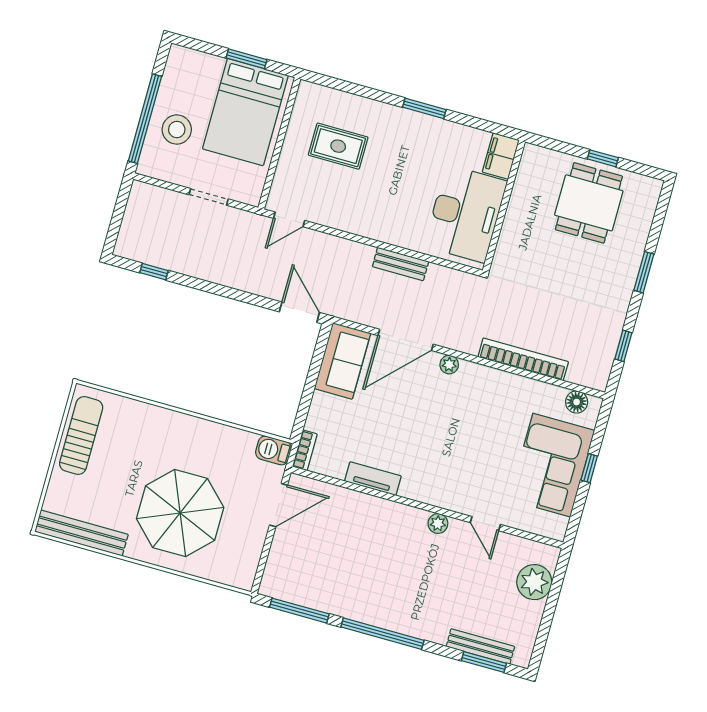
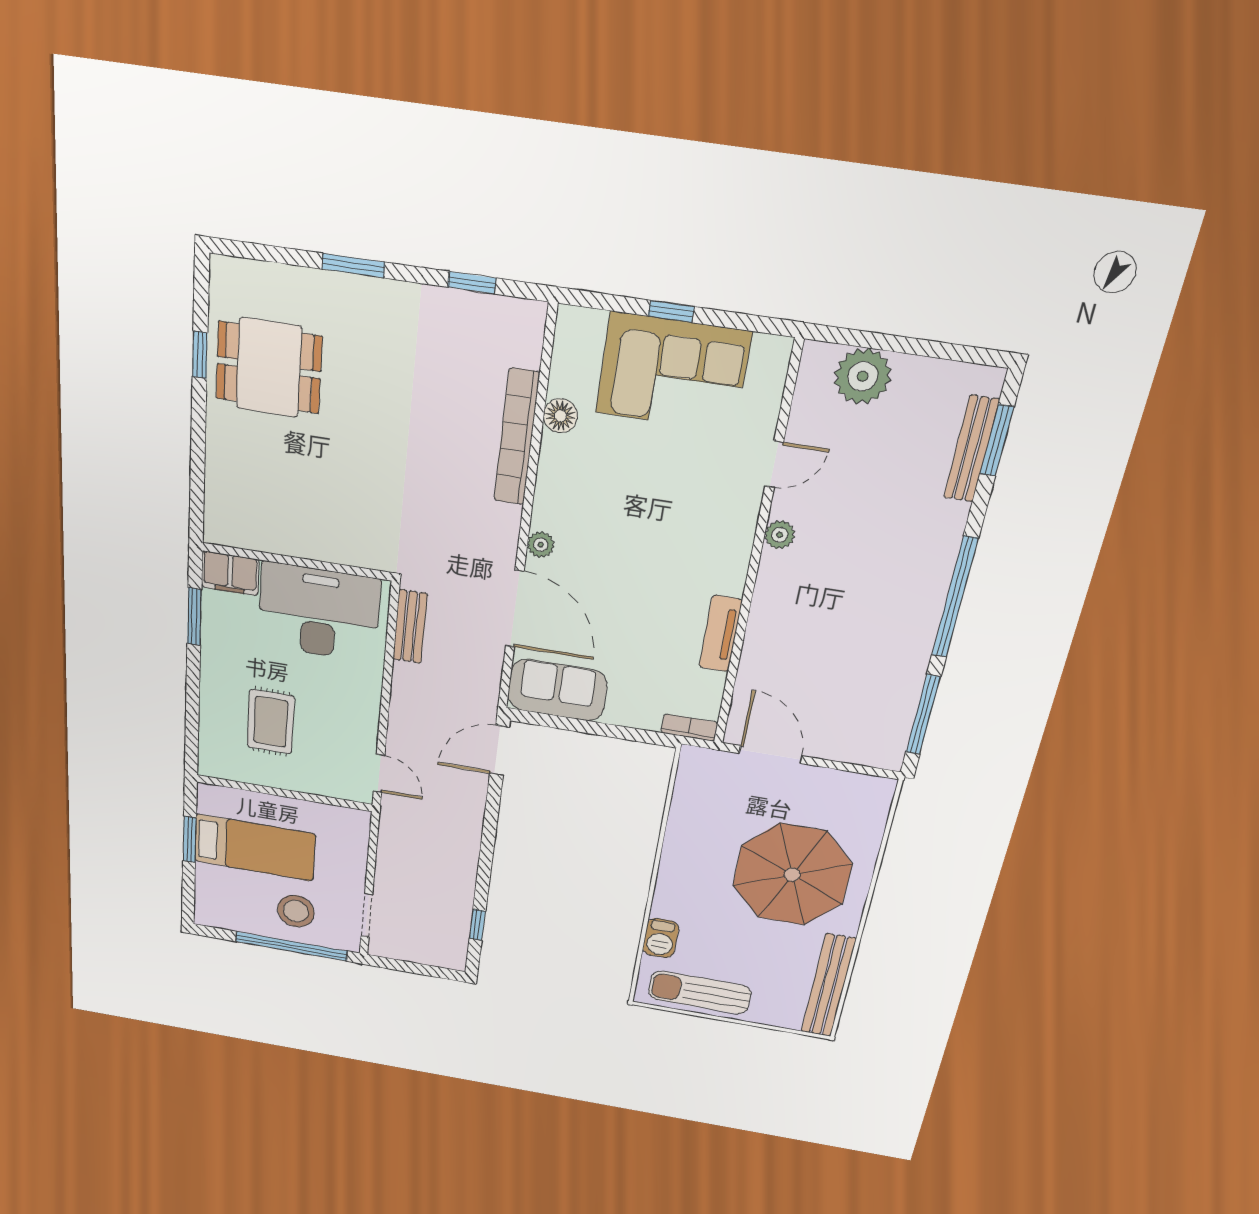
bed: (245, 112) -> (255, 848), width x0.67
filing cabinet: (501, 156) -> (230, 573), moved
doorway: (209, 197) -> (367, 915), moved
wall: (504, 206) -> (297, 562), moved
desk: (466, 214) -> (319, 612), moved
floor lamp: (577, 402) -> (560, 416), moved
barbecue: (273, 450) -> (661, 938), moved

